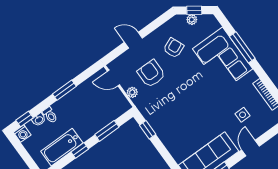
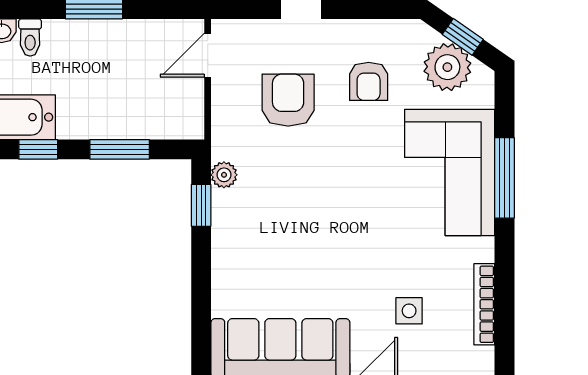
plant: (192, 20) -> (447, 67), width x1.87, depth x1.87
armchair: (174, 48) -> (369, 81), turned 113
door: (113, 78) -> (208, 55), hinge flipped
plant: (132, 92) -> (224, 175), moved

